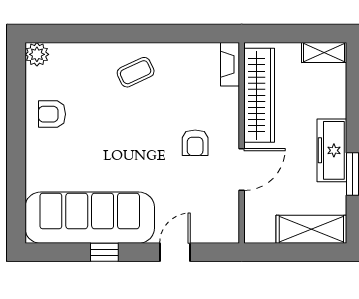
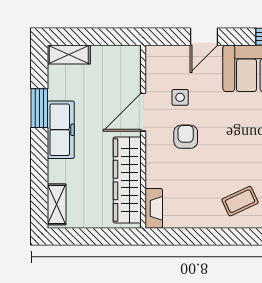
shelving: (324, 53) -> (57, 204), moved, turned 90
side table: (201, 186) -> (180, 97), added
shelving: (311, 229) -> (69, 54), width x0.67, depth x0.75

